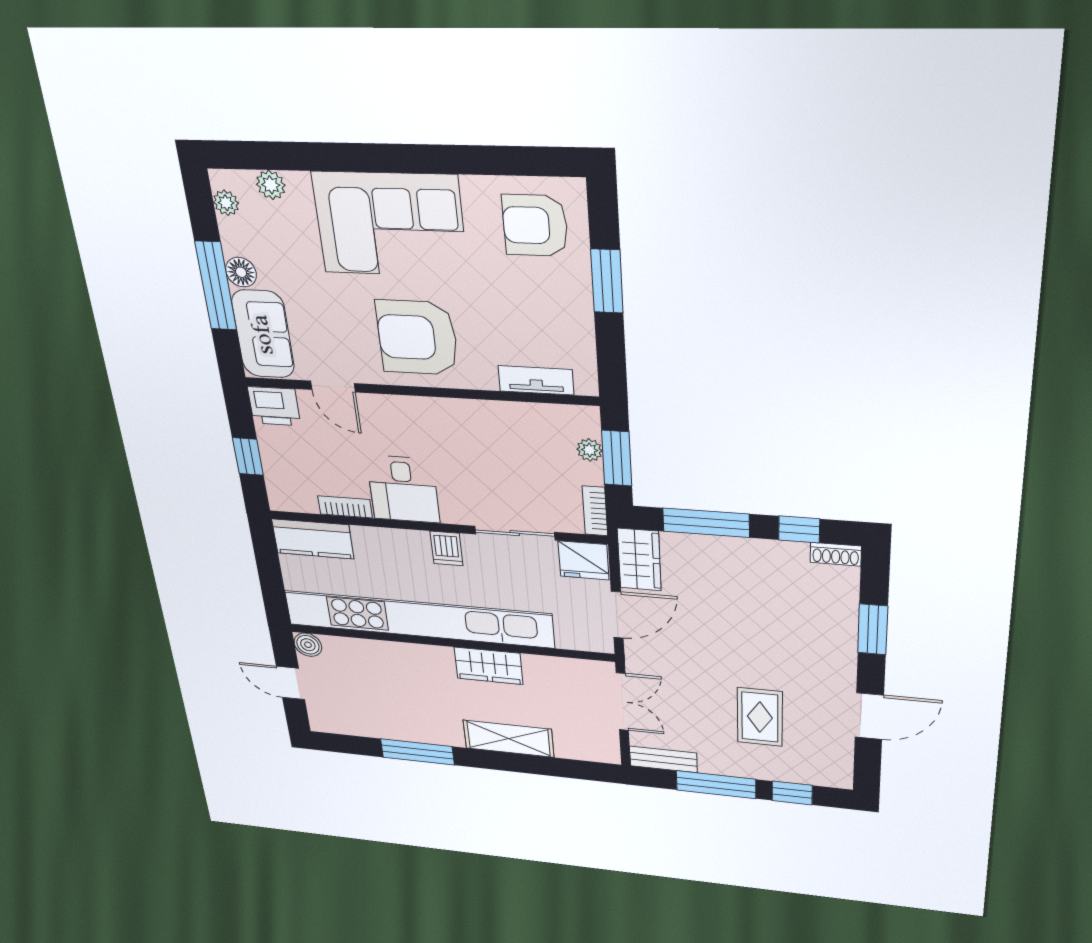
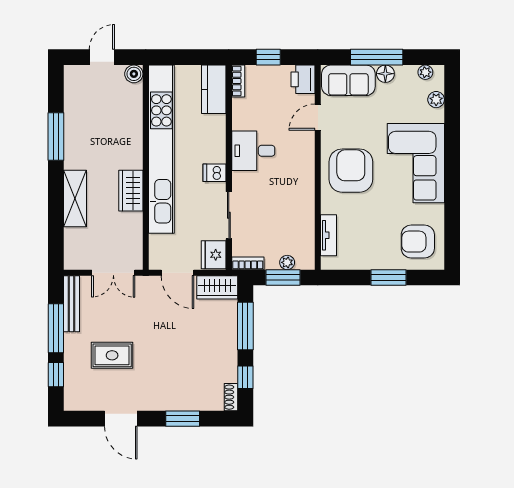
armchair: (535, 225) -> (418, 242), turned -90
bookcase: (345, 507) -> (238, 81), moved
bench: (663, 759) -> (72, 304), width x1.36

